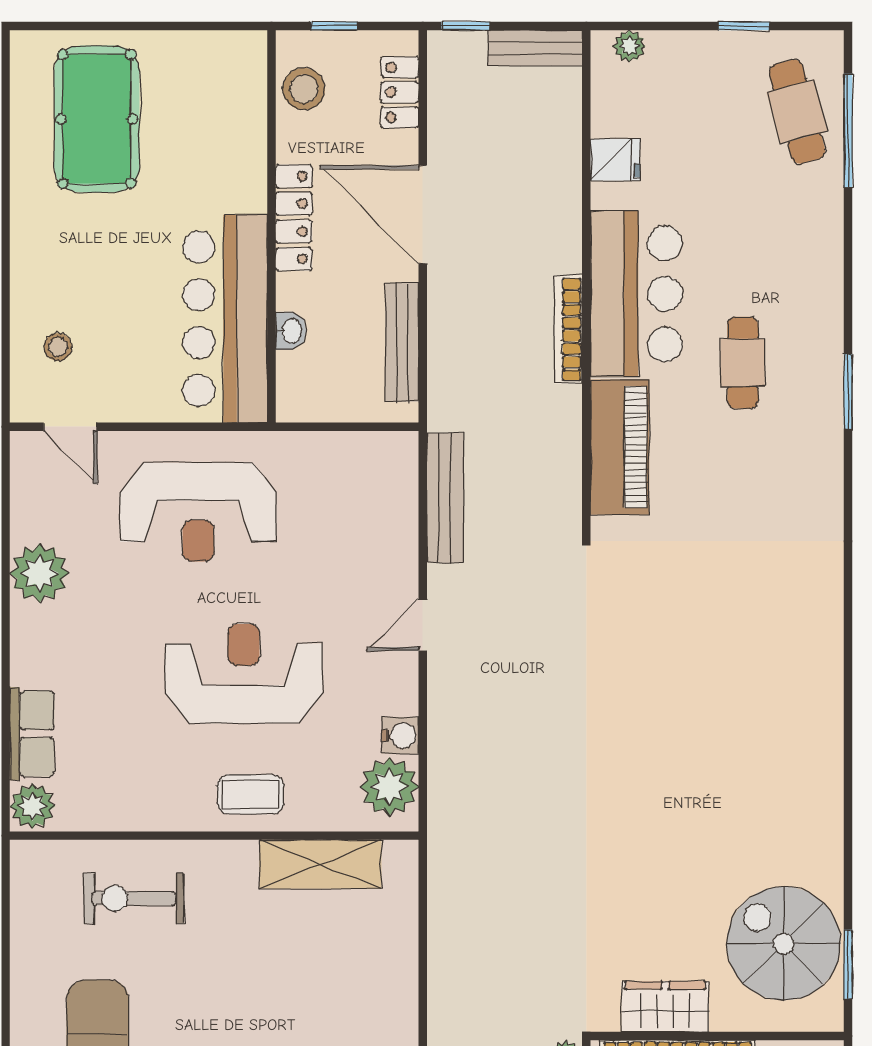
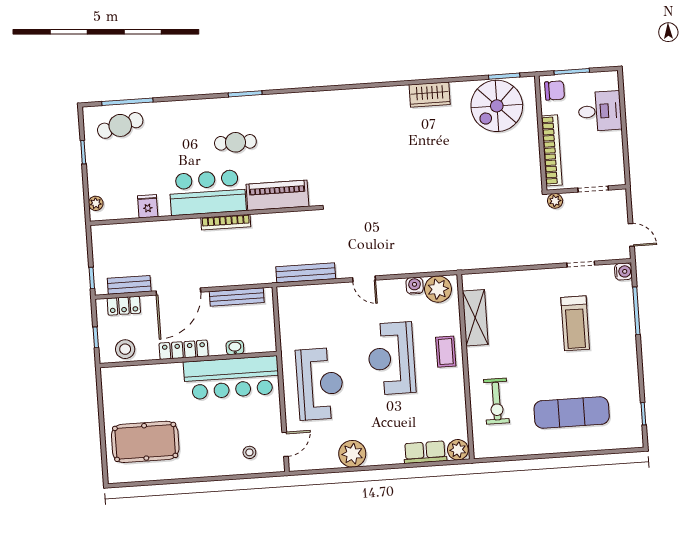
bench: (535, 48) -> (129, 285), moved, turned 90
wardrobe: (665, 1007) -> (430, 95), moved, turned -90

